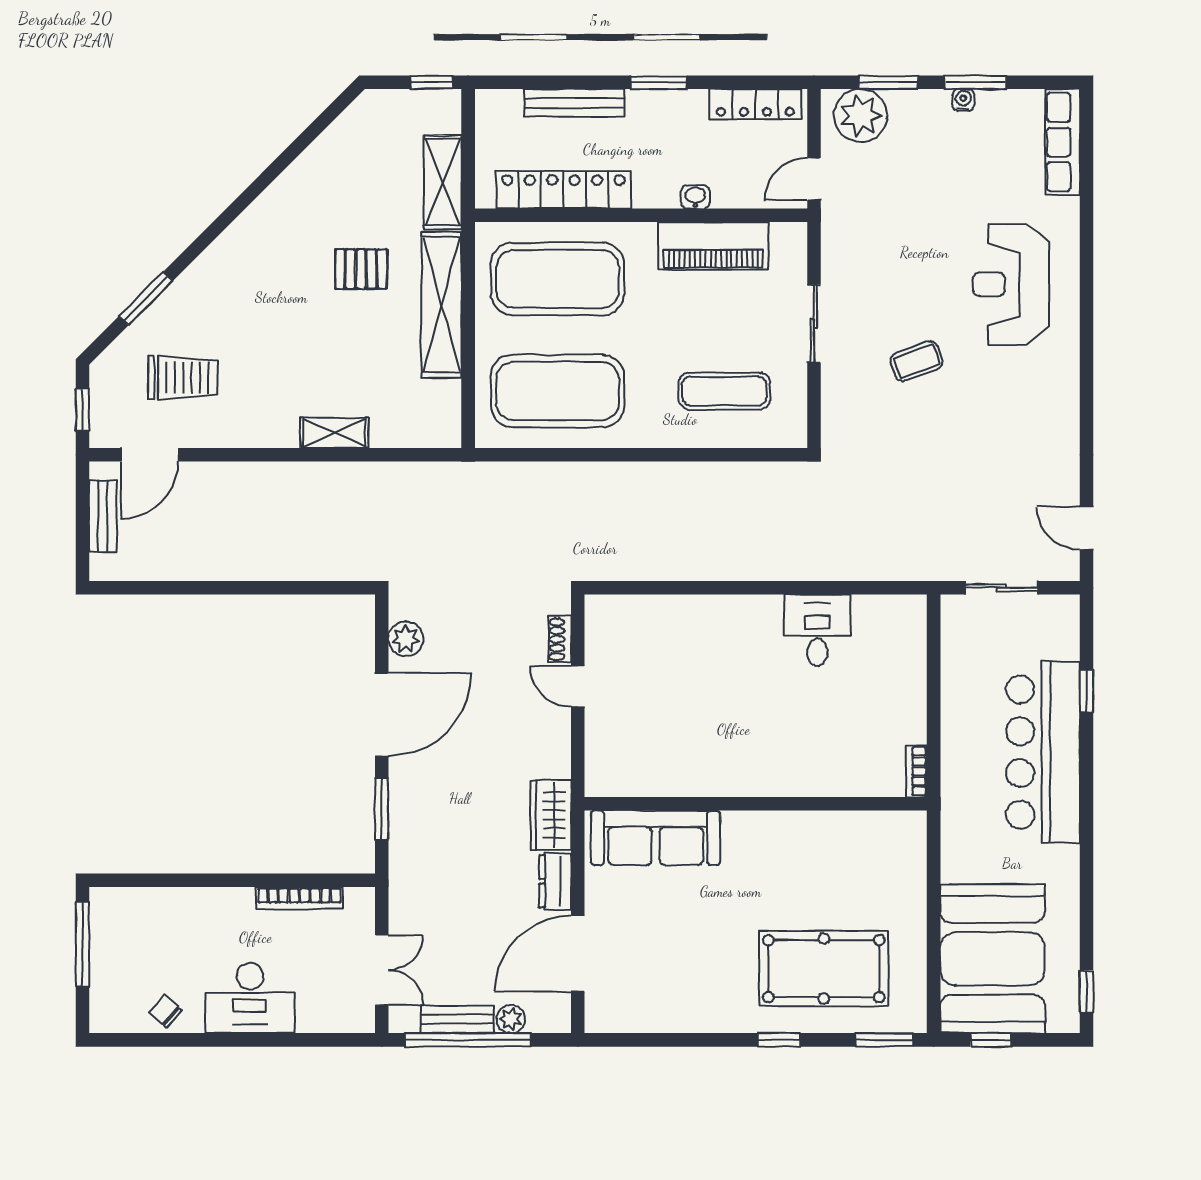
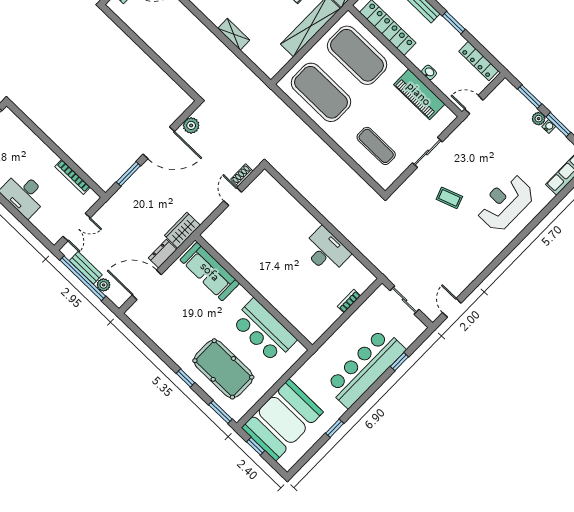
plant: (861, 115) -> (539, 119), moved, width x0.53, depth x0.53
desk: (817, 630) -> (326, 251), width x1.37
bookcase: (917, 771) -> (349, 301), moved
bar counter: (829, 847) -> (264, 331), added
window: (1087, 991) -> (335, 428), moved

